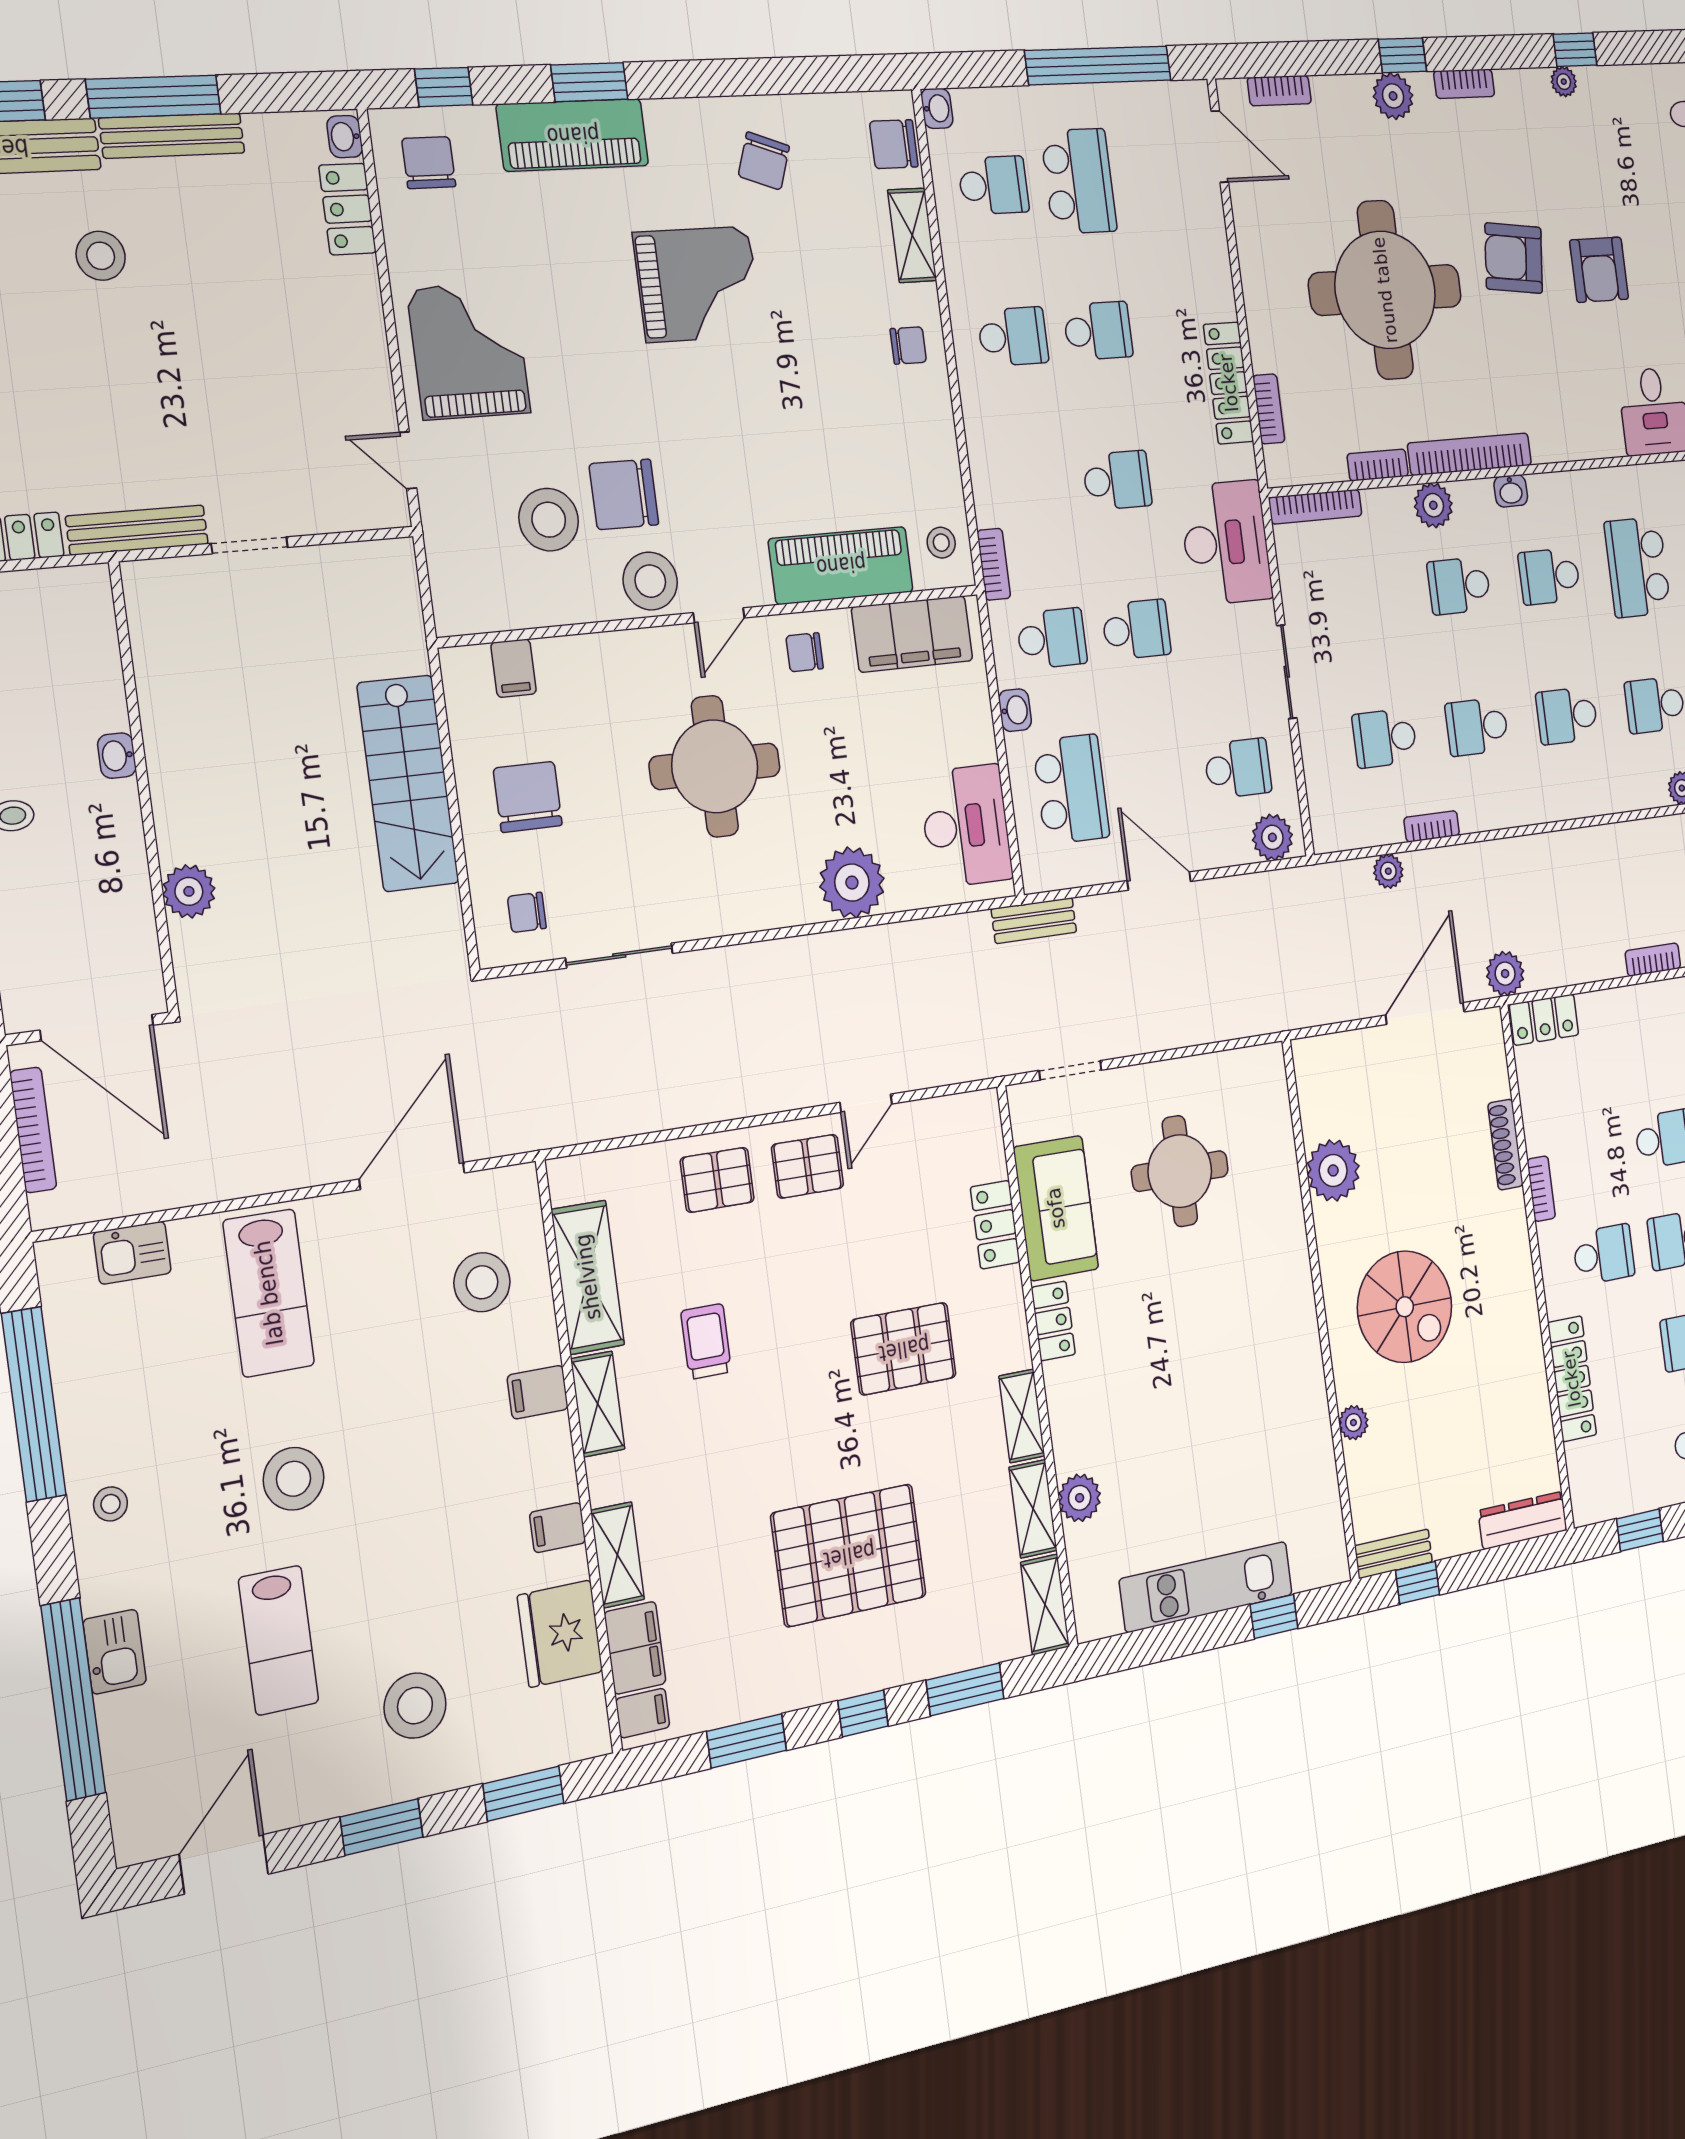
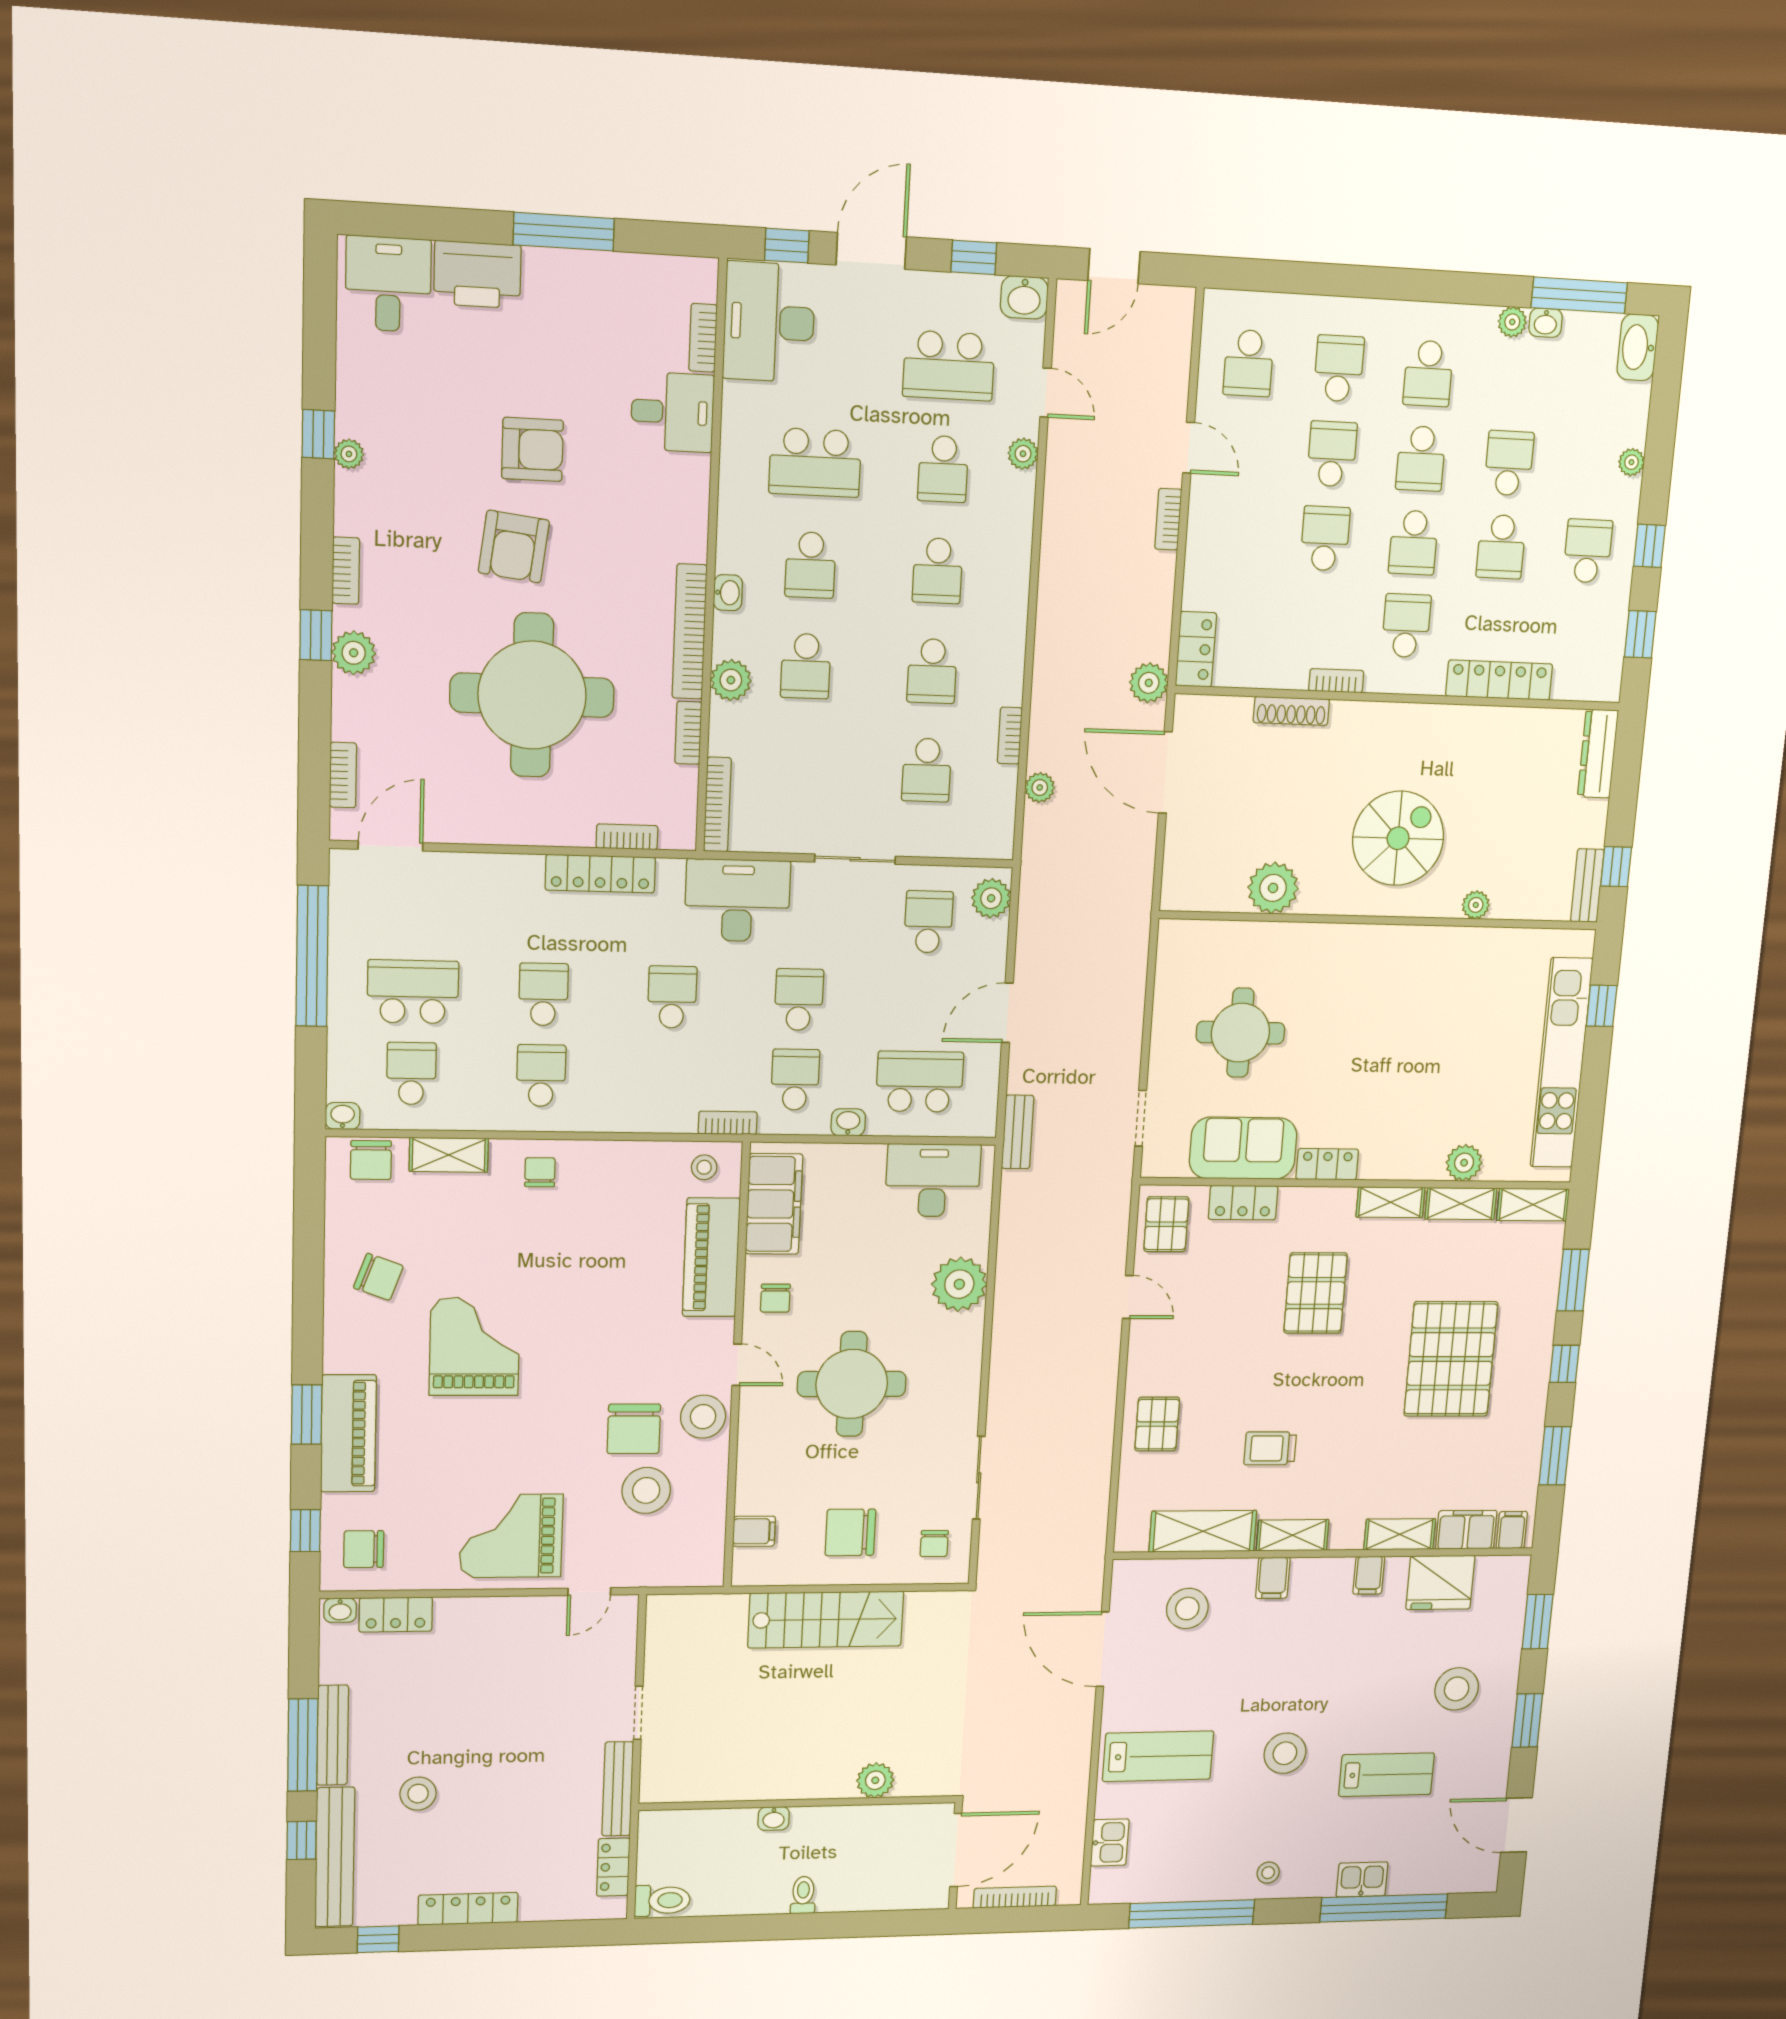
pallet: (808, 1166) -> (1166, 1224), moved
kitchen unit: (1206, 1587) -> (1562, 1063), width x1.36

